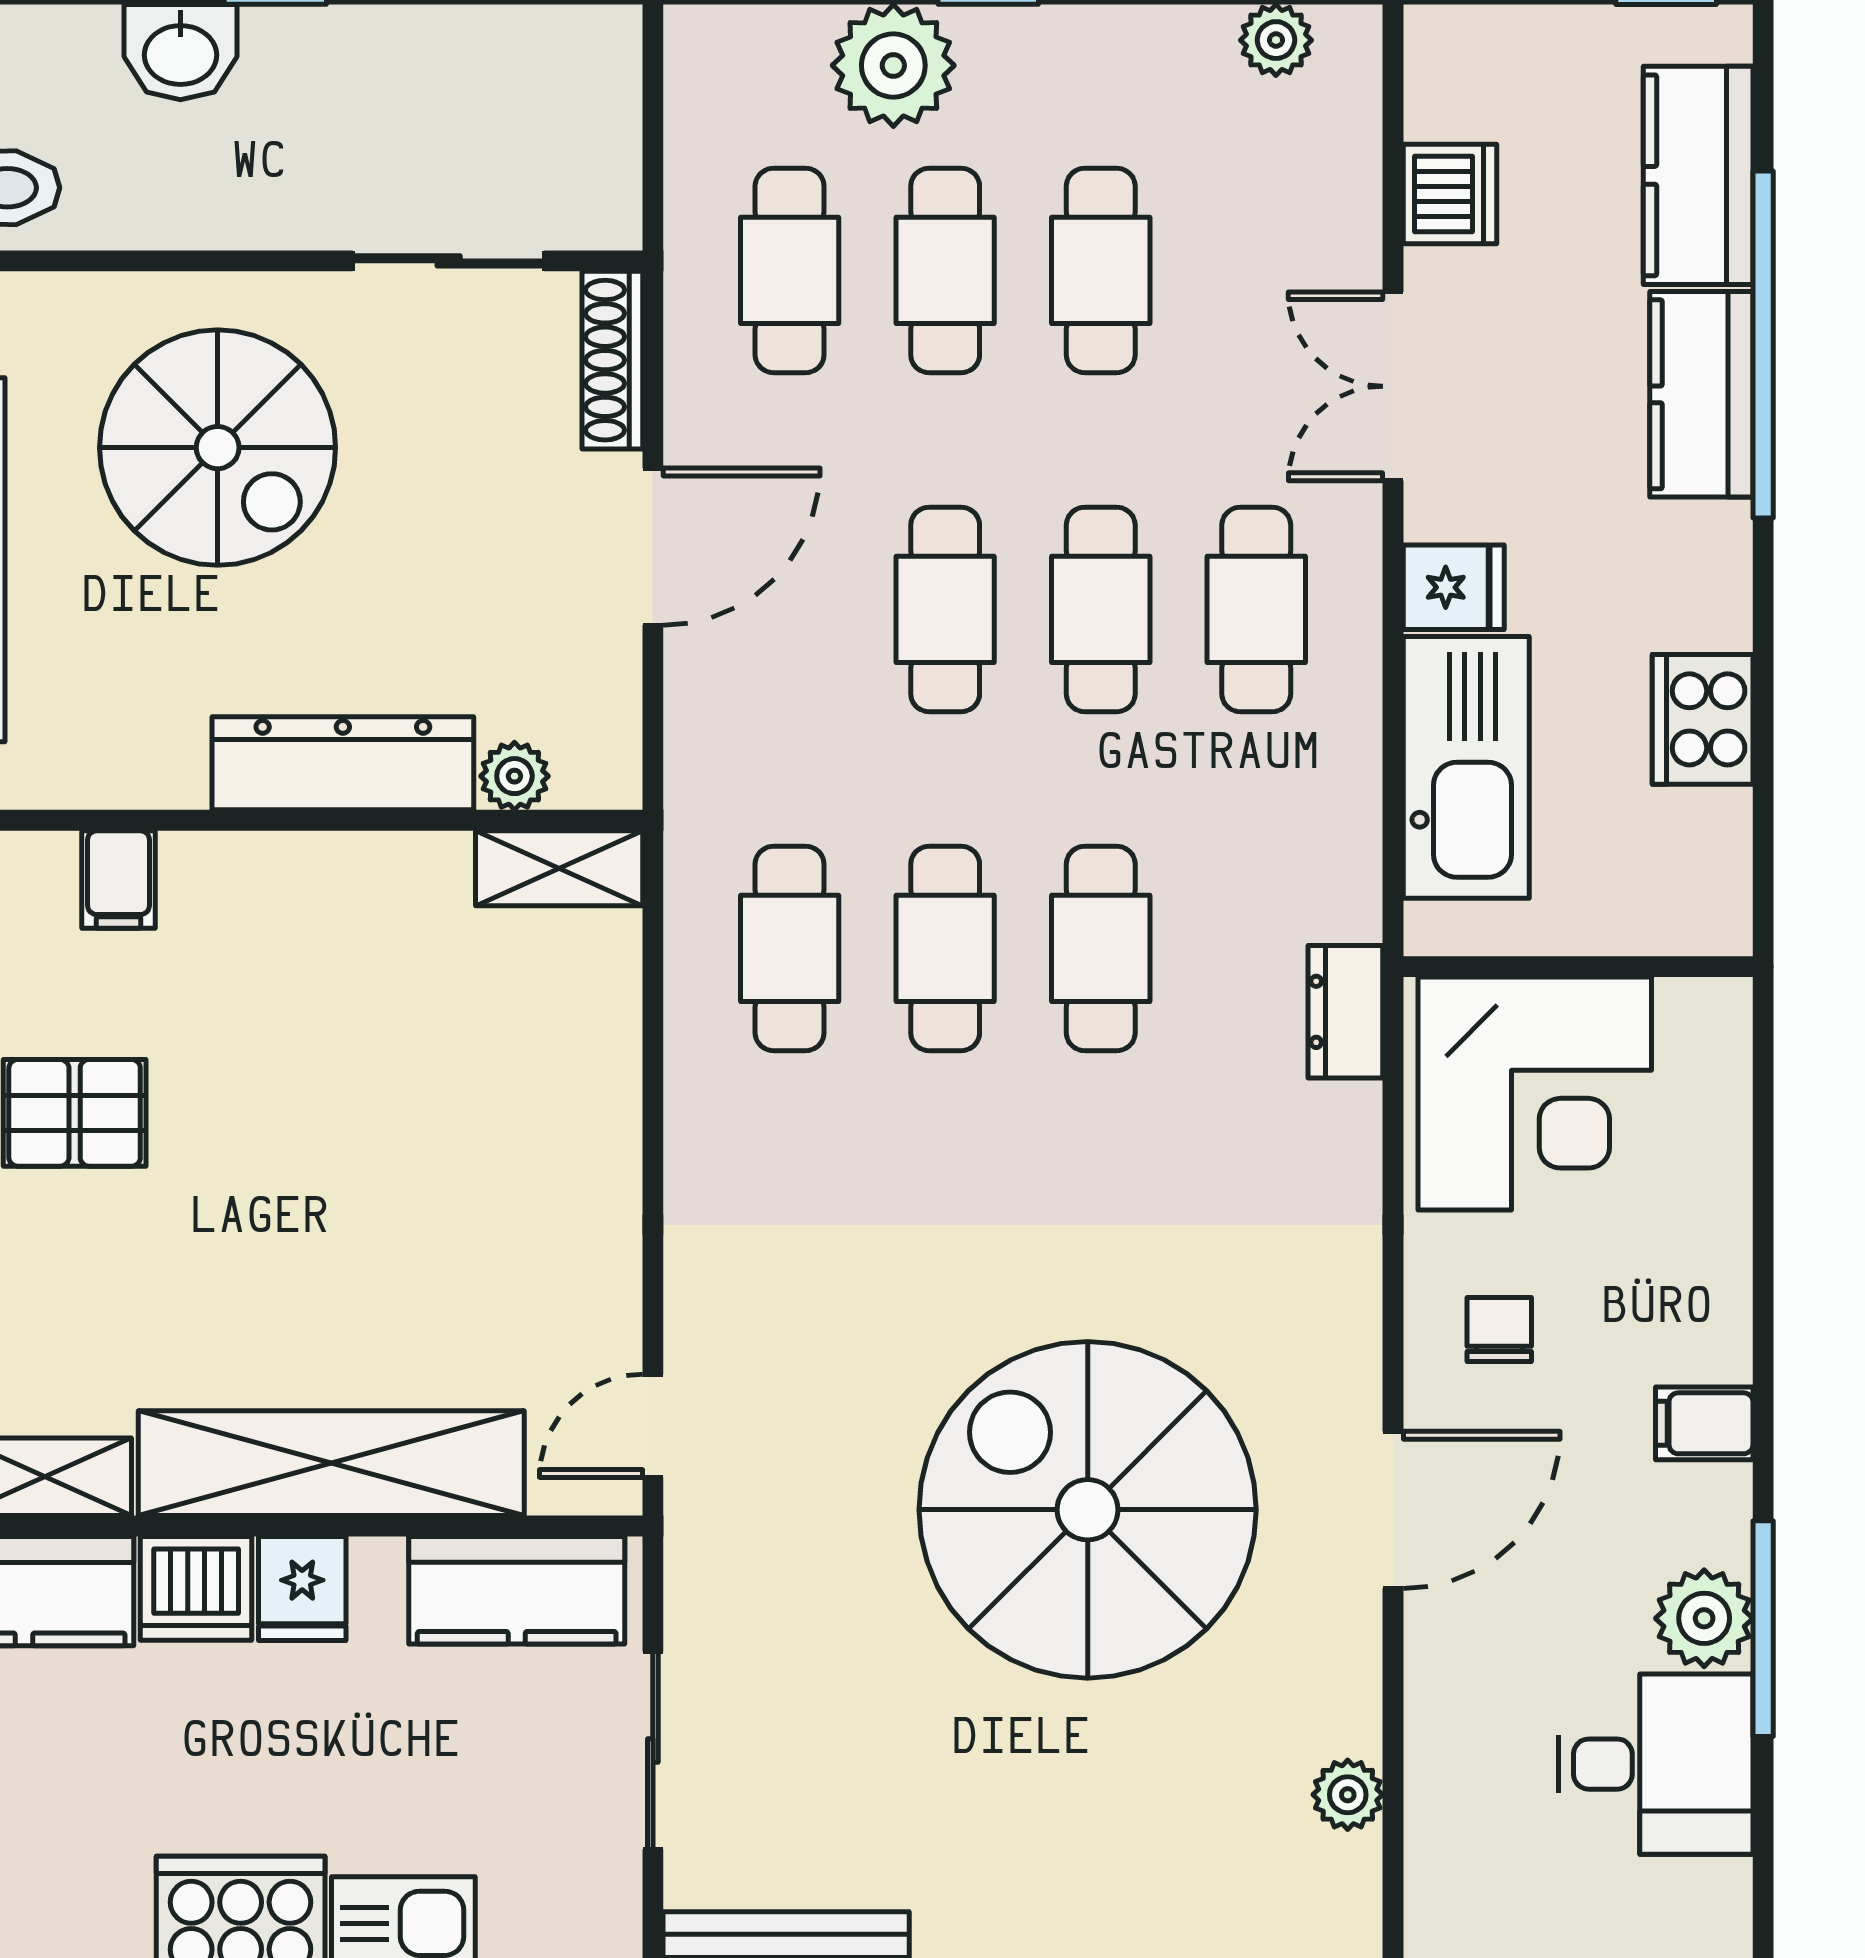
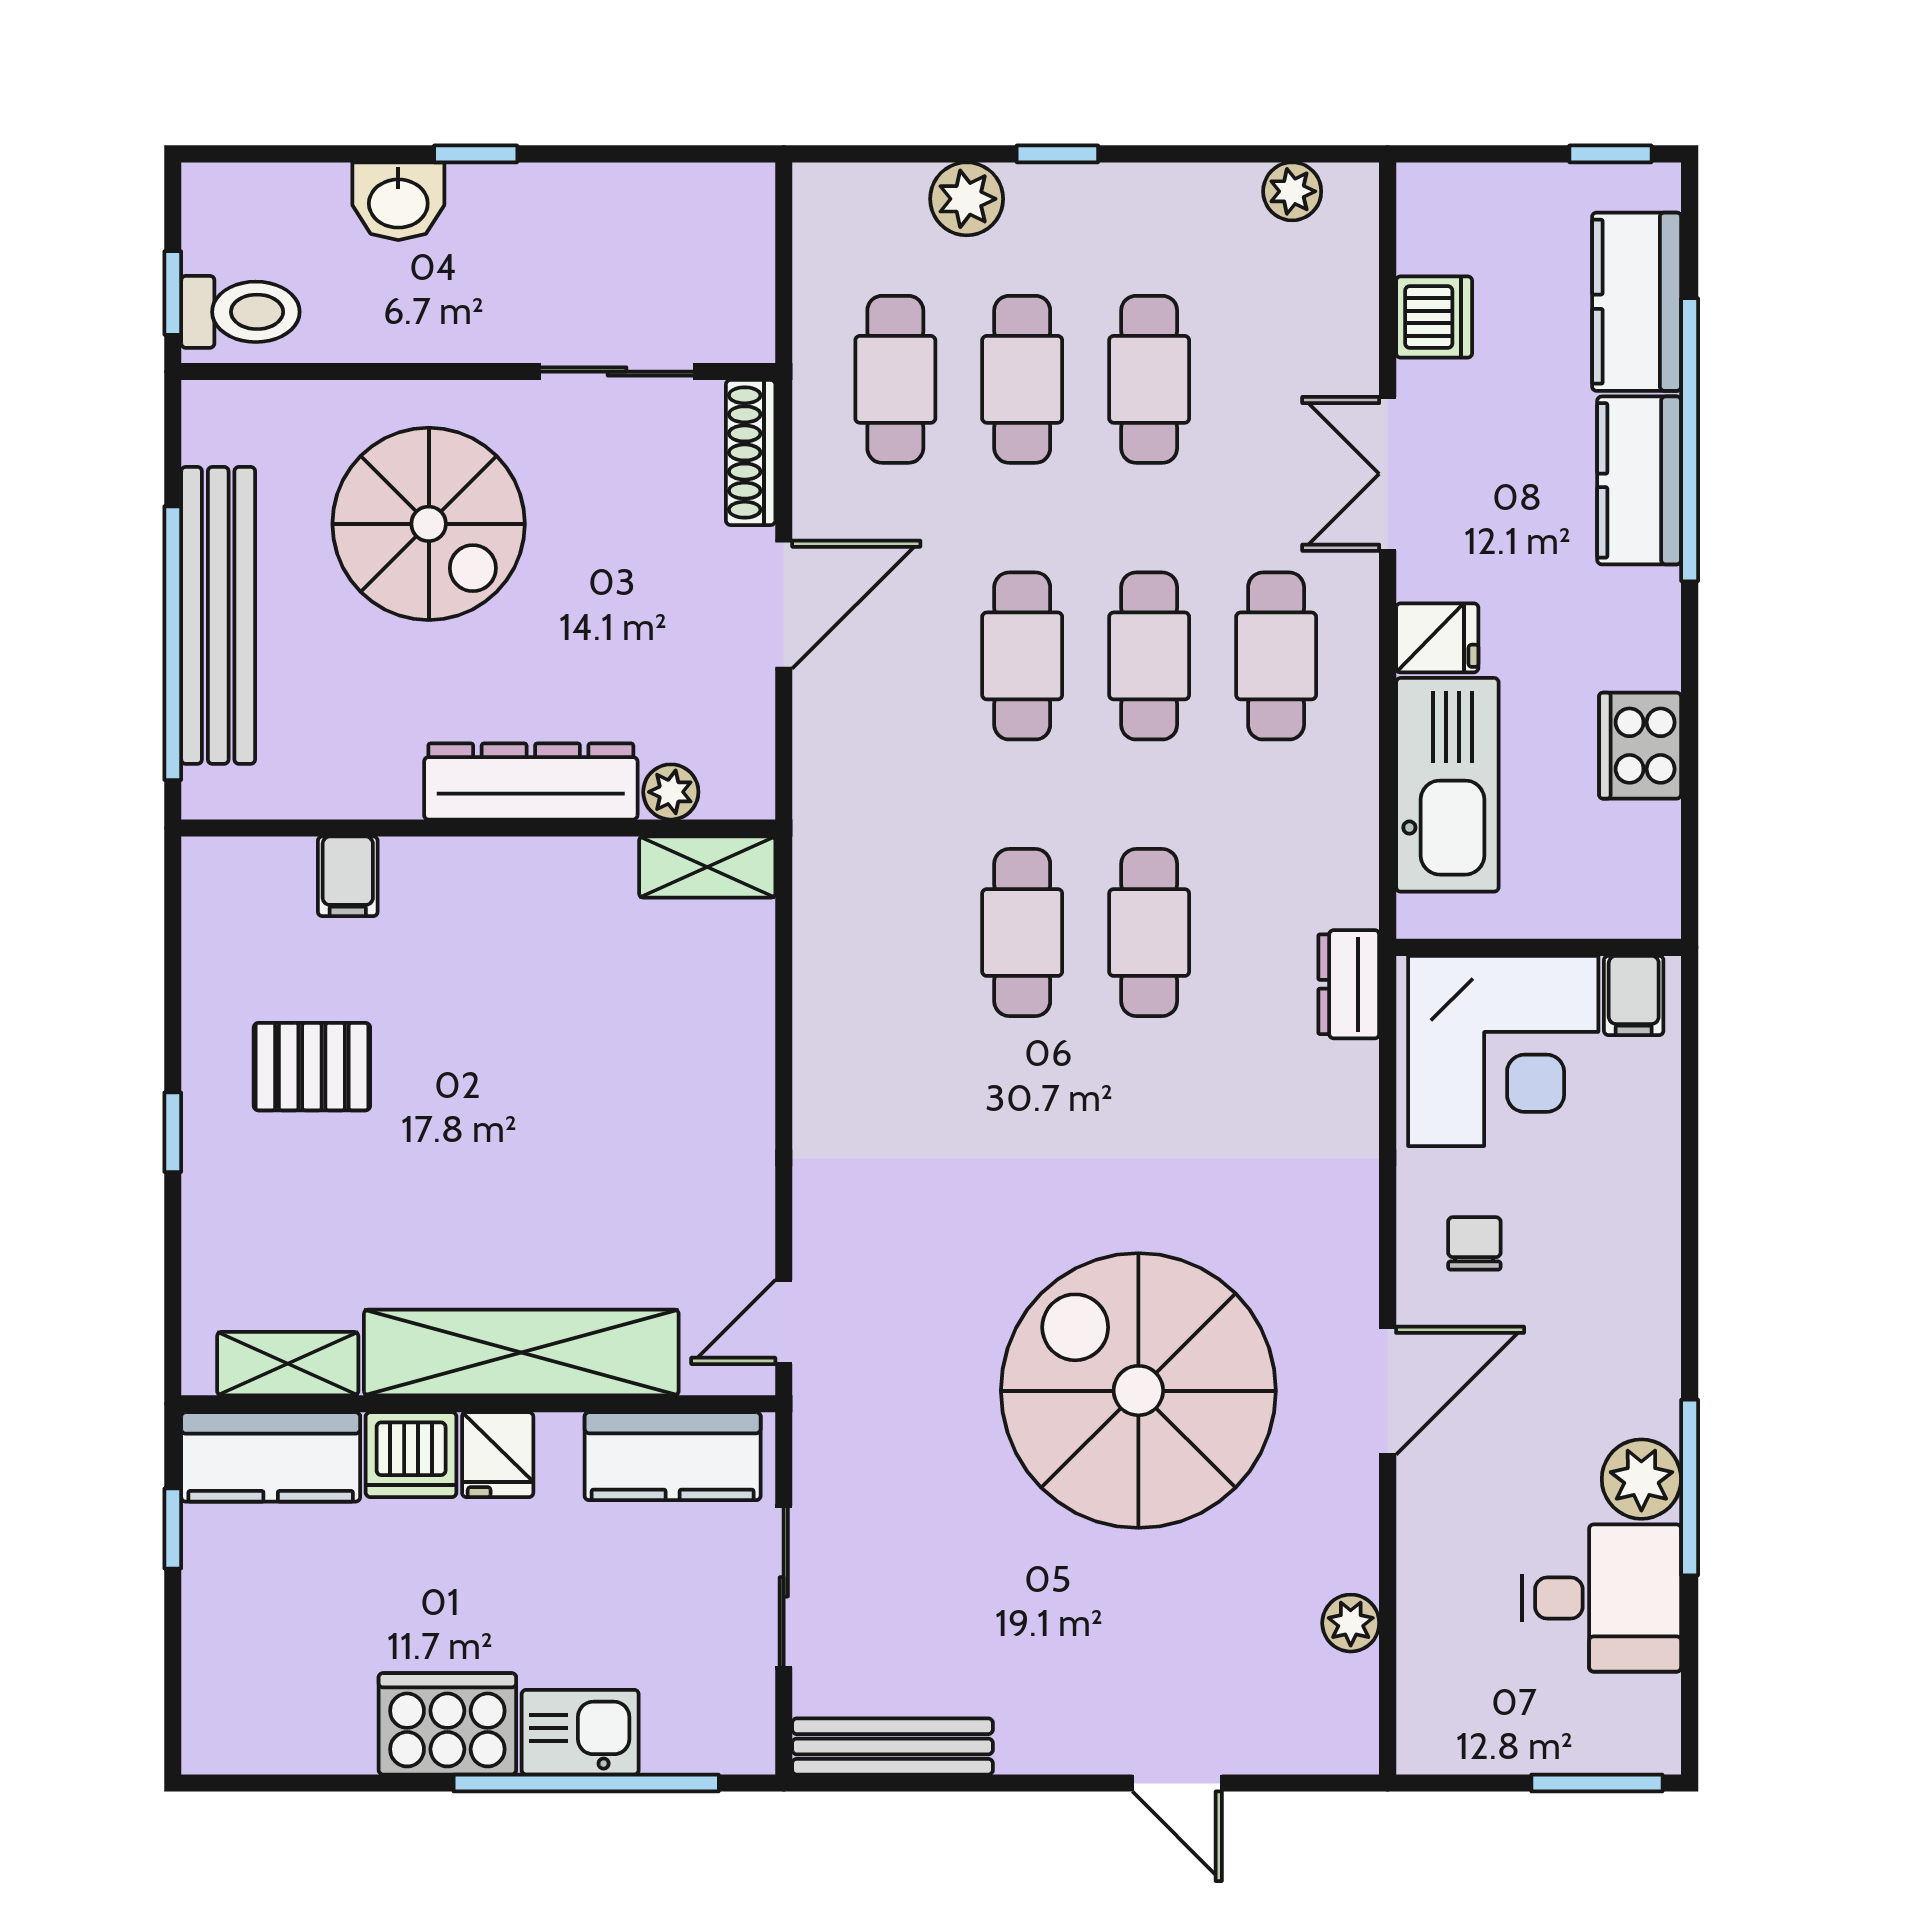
plant: (893, 65) -> (967, 199), width x0.73, depth x0.73
cafe table: (790, 948) -> (895, 933), removed
filing cabinet: (1704, 1423) -> (1634, 995), moved, turned -90

